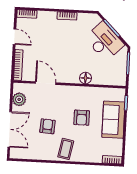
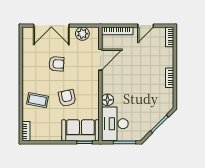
desk: (104, 41) -> (115, 124), moved, turned 135
armchair: (82, 118) -> (67, 98), turned 78
sofa: (113, 120) -> (80, 130), moved
coffee table: (66, 149) -> (37, 100), moved

